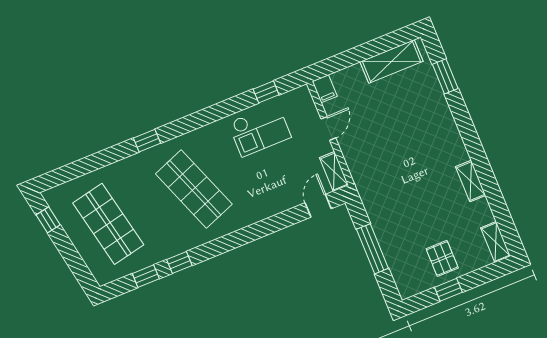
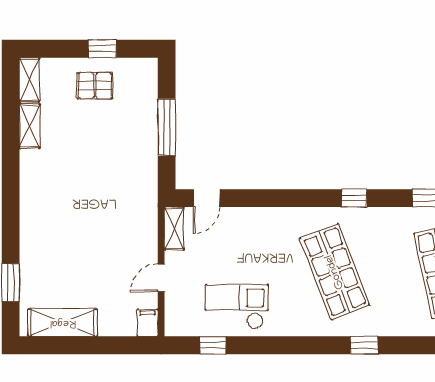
shelving: (471, 181) -> (30, 126), moved
pallet: (442, 258) -> (95, 86), turned 90
window: (179, 262) -> (354, 198), moved

